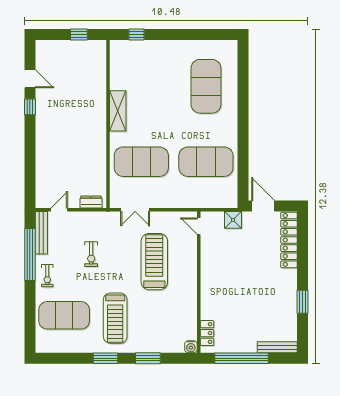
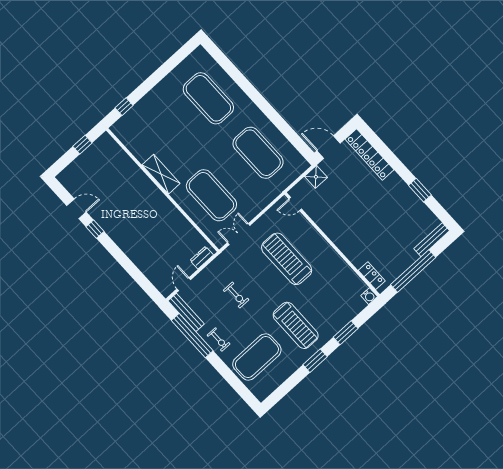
exercise mat: (141, 162) -> (211, 195), turned 90
exercise mat: (206, 162) -> (258, 153), turned 90
double door: (135, 210) -> (239, 234), swing flipped

